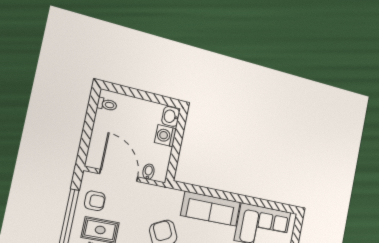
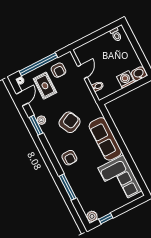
door: (119, 175) -> (82, 72), width x0.53

